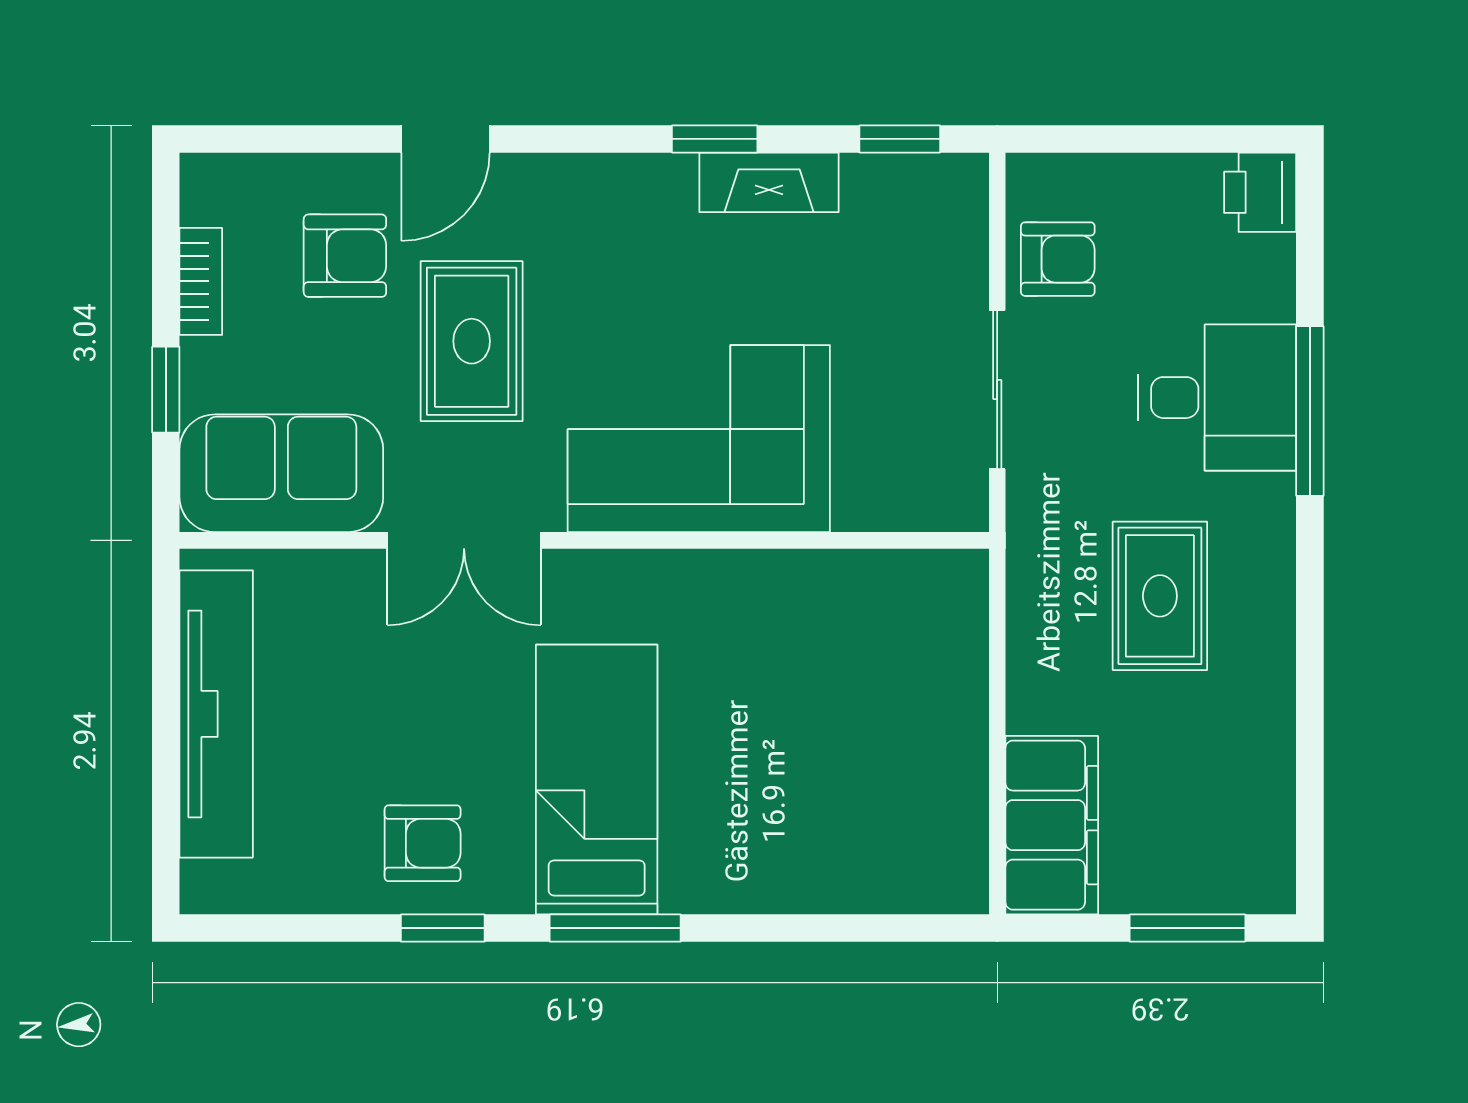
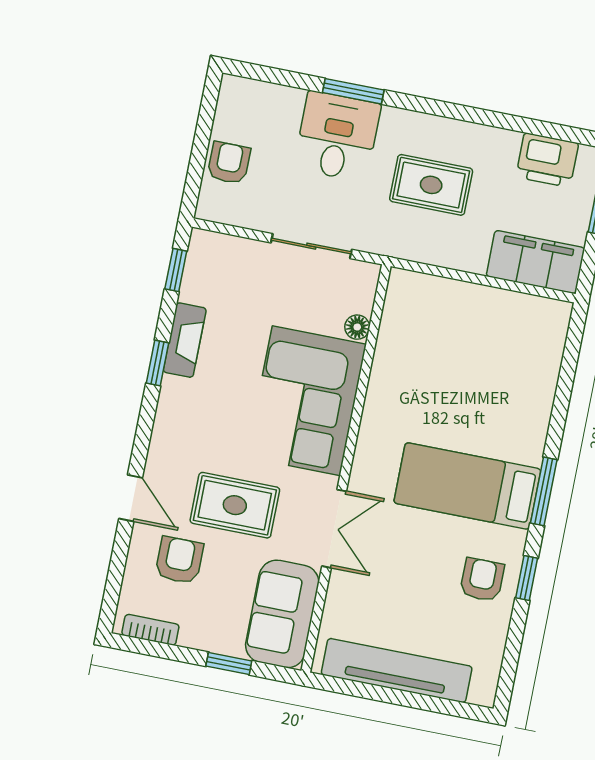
printer: (1260, 192) -> (547, 160), moved, width x1.36, depth x1.24
armchair: (1058, 259) -> (229, 163), moved
bookcase: (201, 281) -> (150, 630), moved
window: (1310, 411) -> (353, 91), width x0.69
floor lamp: (859, 508) -> (357, 327), added

